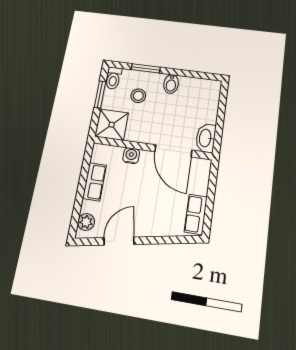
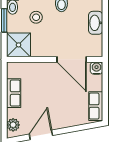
washbasin: (206, 138) -> (96, 23), moved
water cooler: (131, 156) -> (96, 68), moved

